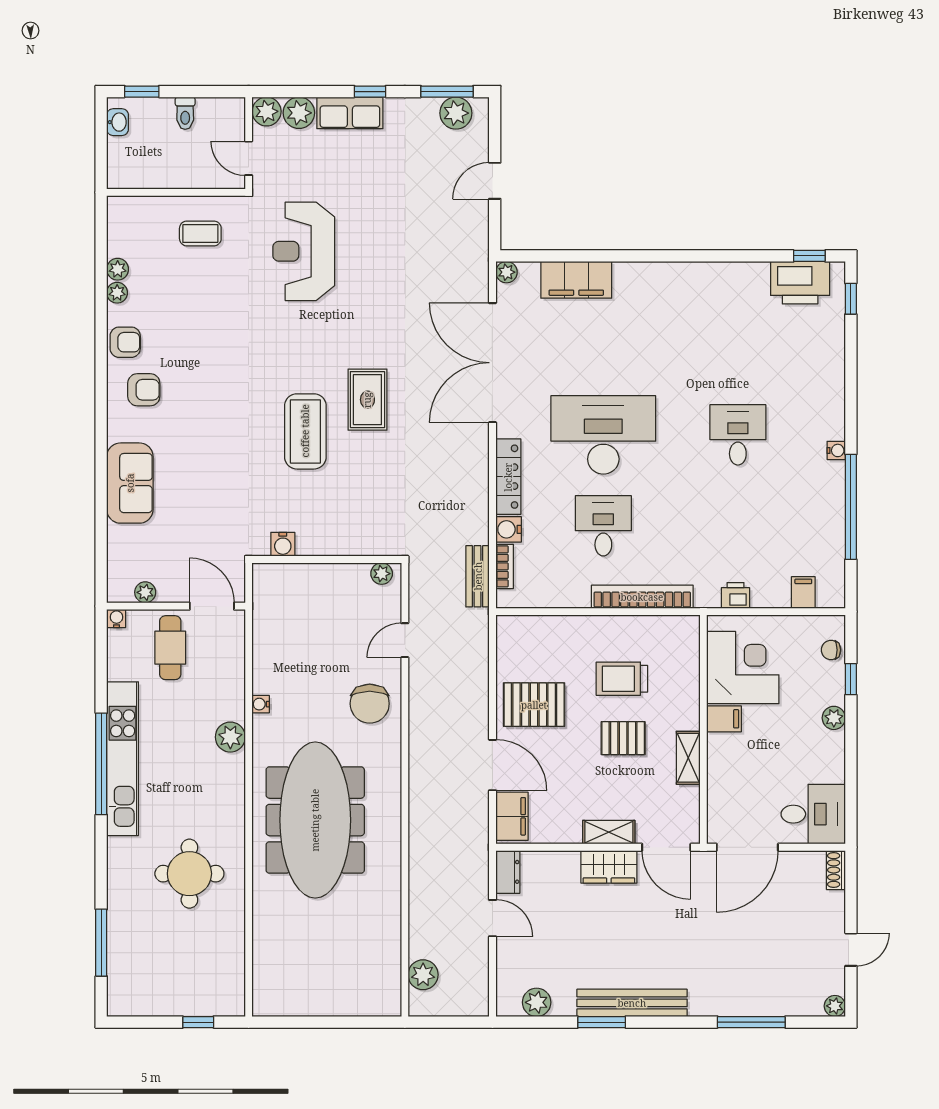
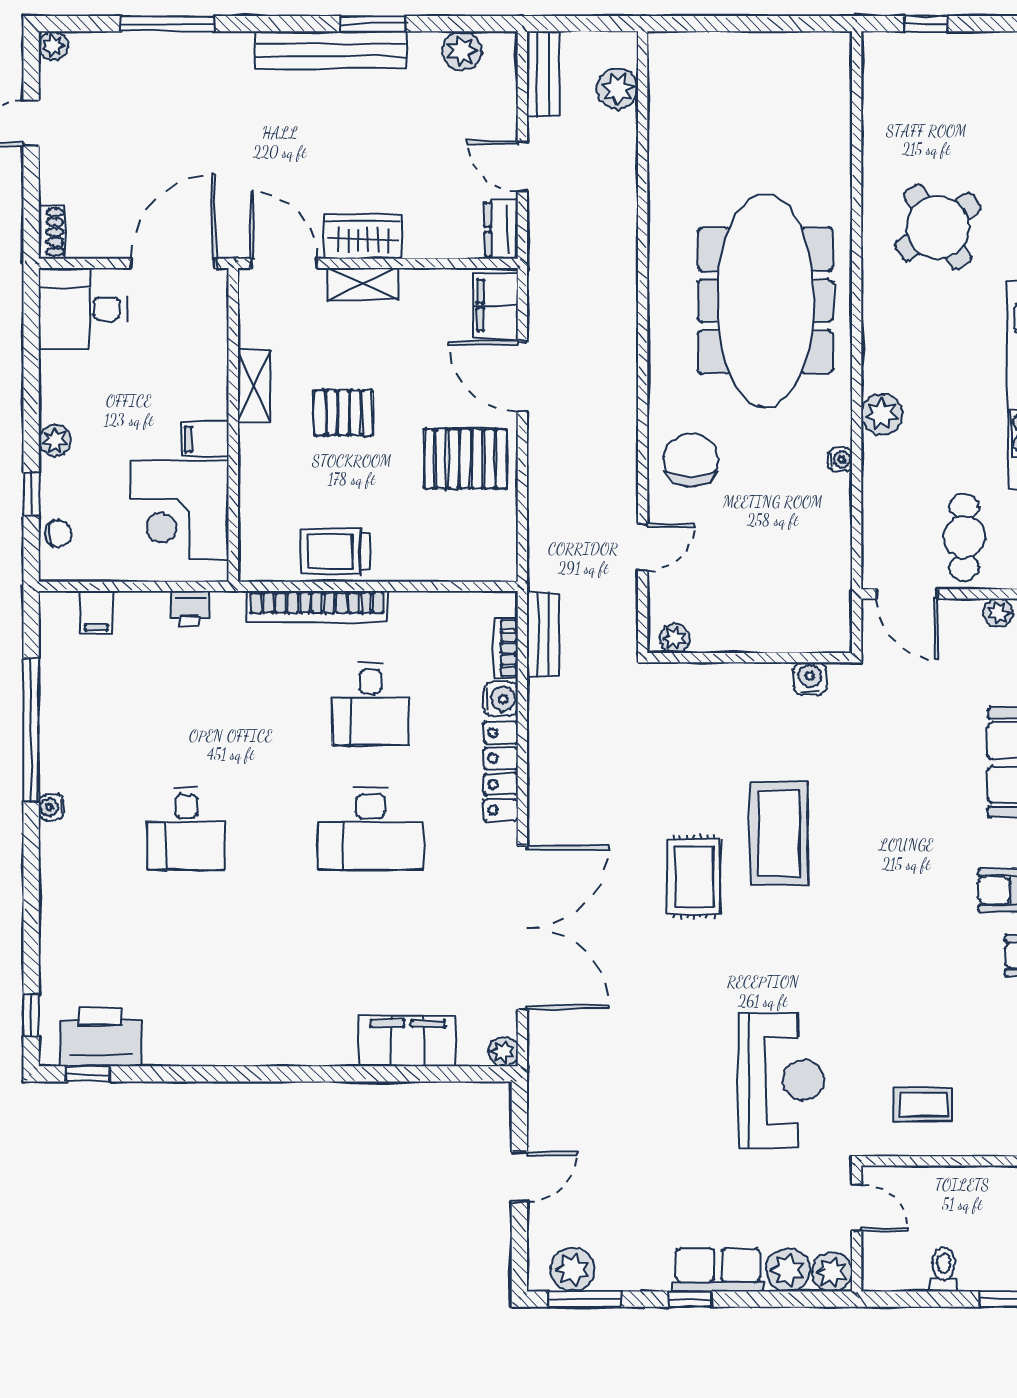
desk: (603, 435) -> (371, 829), width x0.73, depth x0.77
trolley: (622, 679) -> (335, 551), moved, turned 180
round table: (189, 874) -> (938, 227), turned -35
bench: (477, 986) -> (543, 74), added

